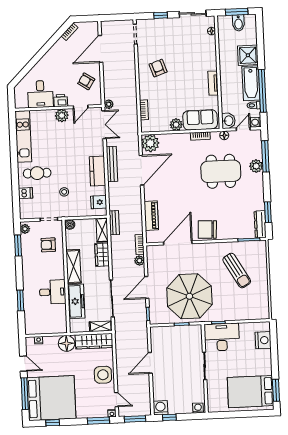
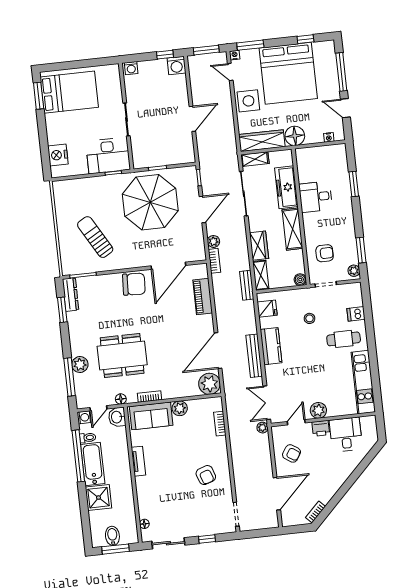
bed: (51, 398) -> (288, 73), moved, turned -90

